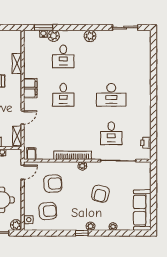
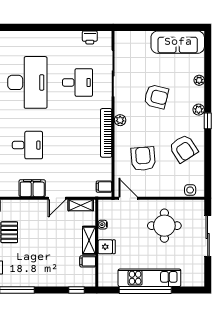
filing cabinet: (30, 88) -> (32, 188), moved
desk: (111, 95) -> (27, 82), width x1.36, depth x1.30
door: (23, 118) -> (57, 198), swing flipped
armchair: (48, 211) -> (183, 149), moved, turned 151
plant: (16, 225) -> (197, 207), removed

